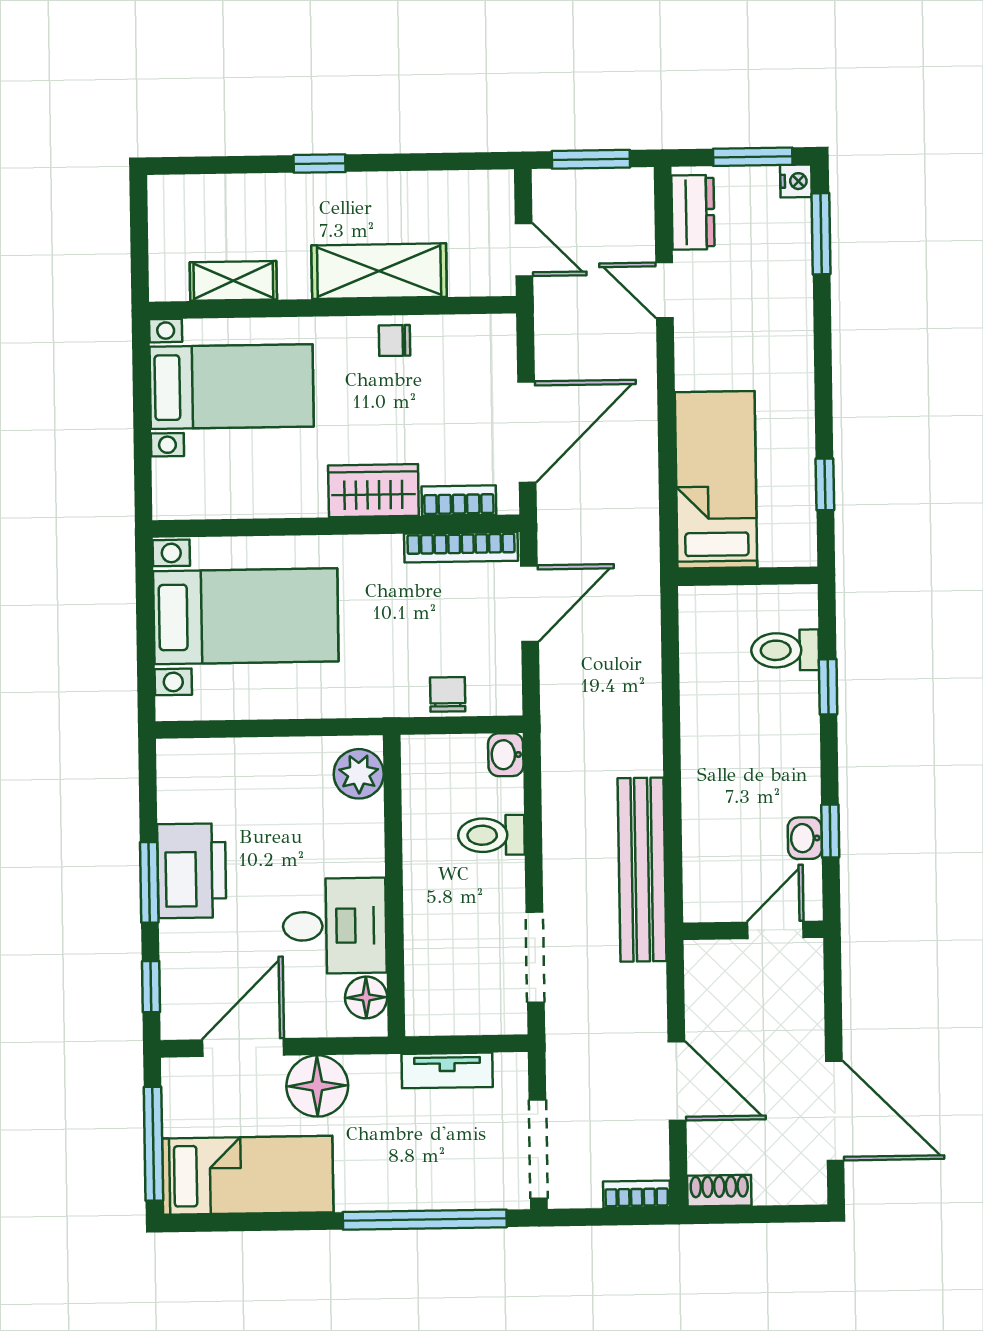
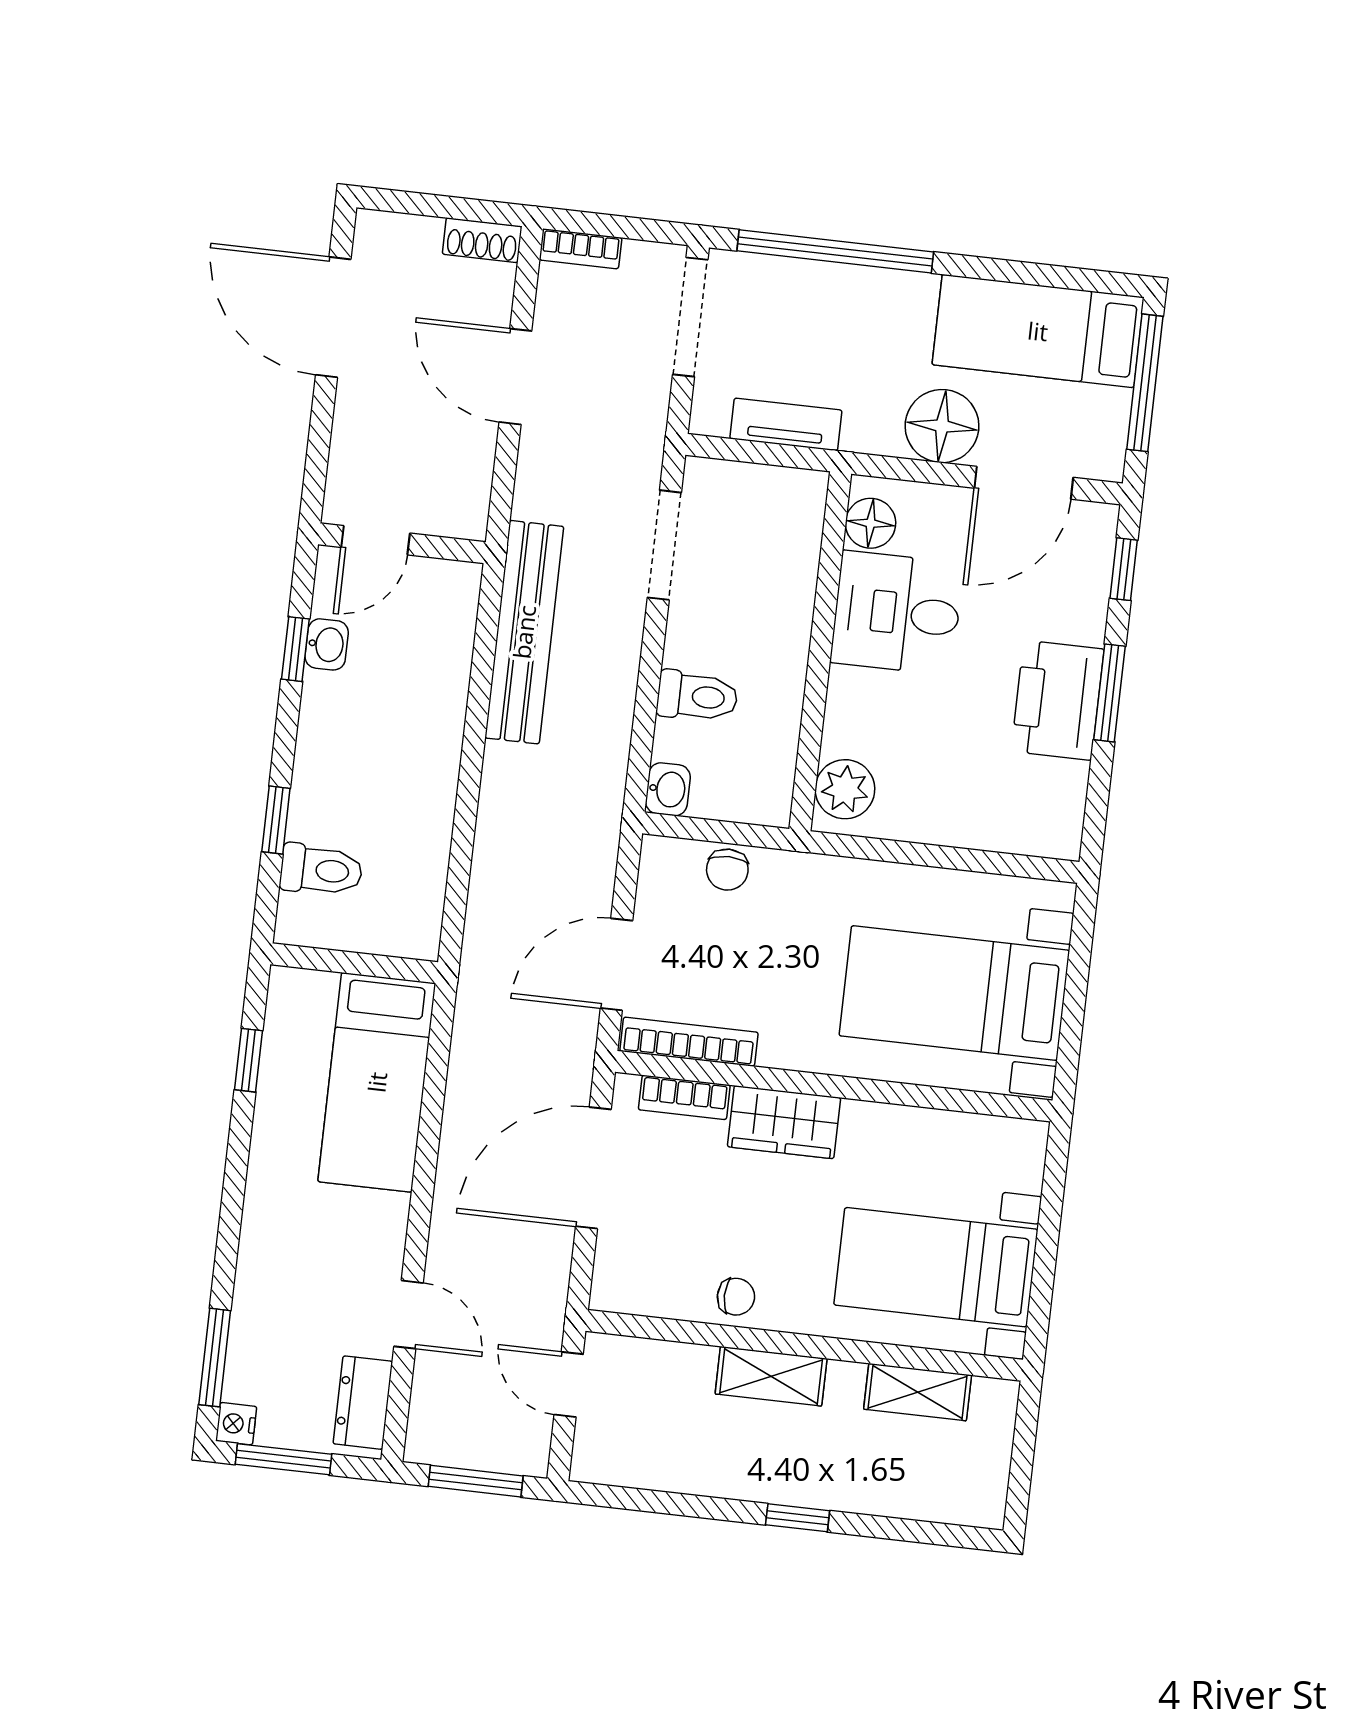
shelving: (379, 271) -> (771, 1376), width x0.67, depth x0.75

